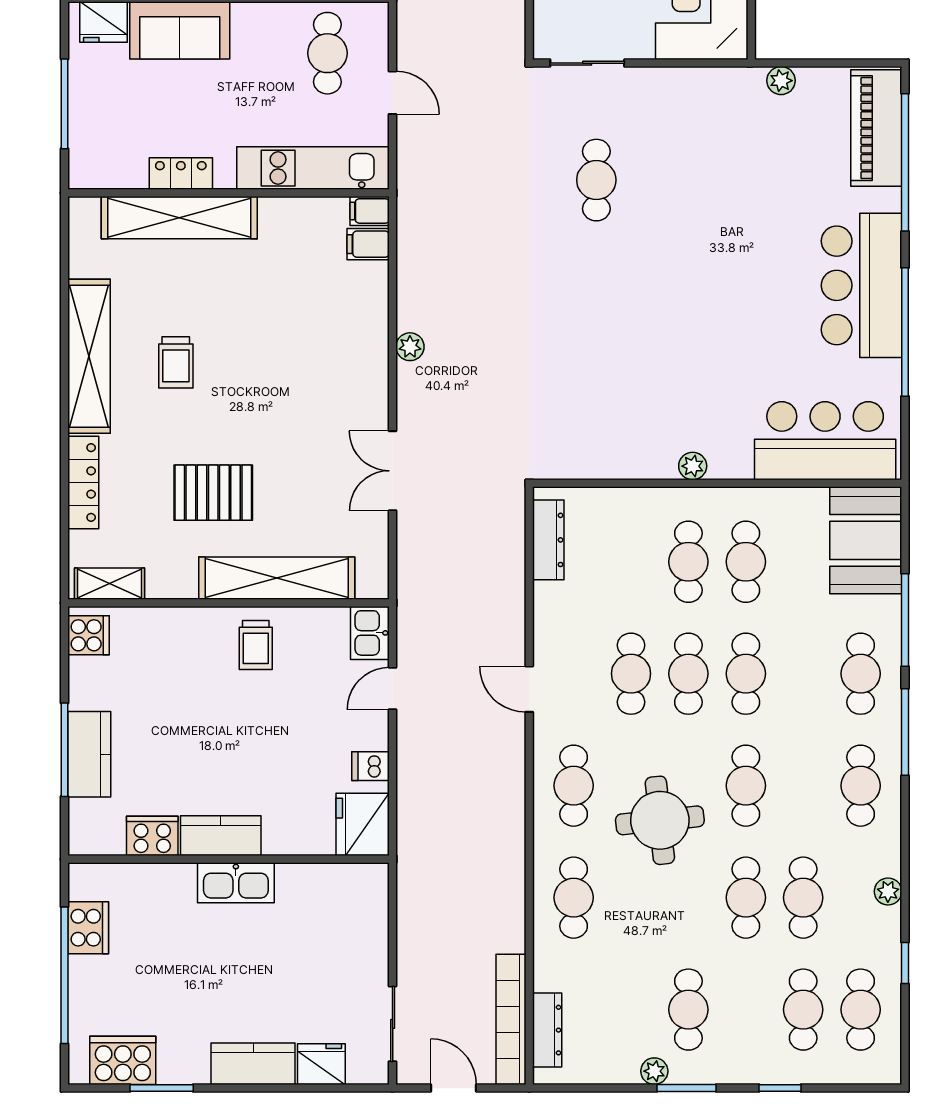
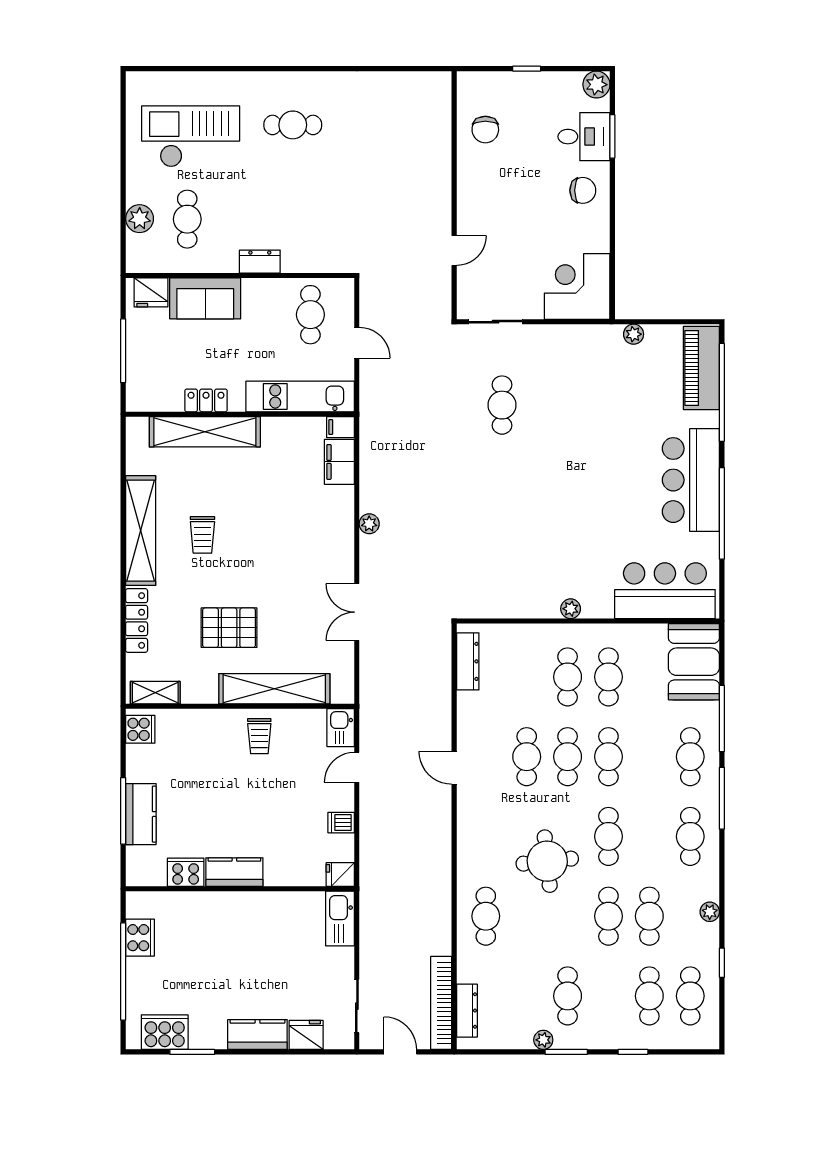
filing cabinet: (368, 244) -> (339, 462), width x2.00
cafe table: (574, 786) -> (486, 836), removed
fridge: (363, 824) -> (340, 874), width x0.53, depth x0.75
kitchen sink: (236, 883) -> (340, 919), moved, turned 90

